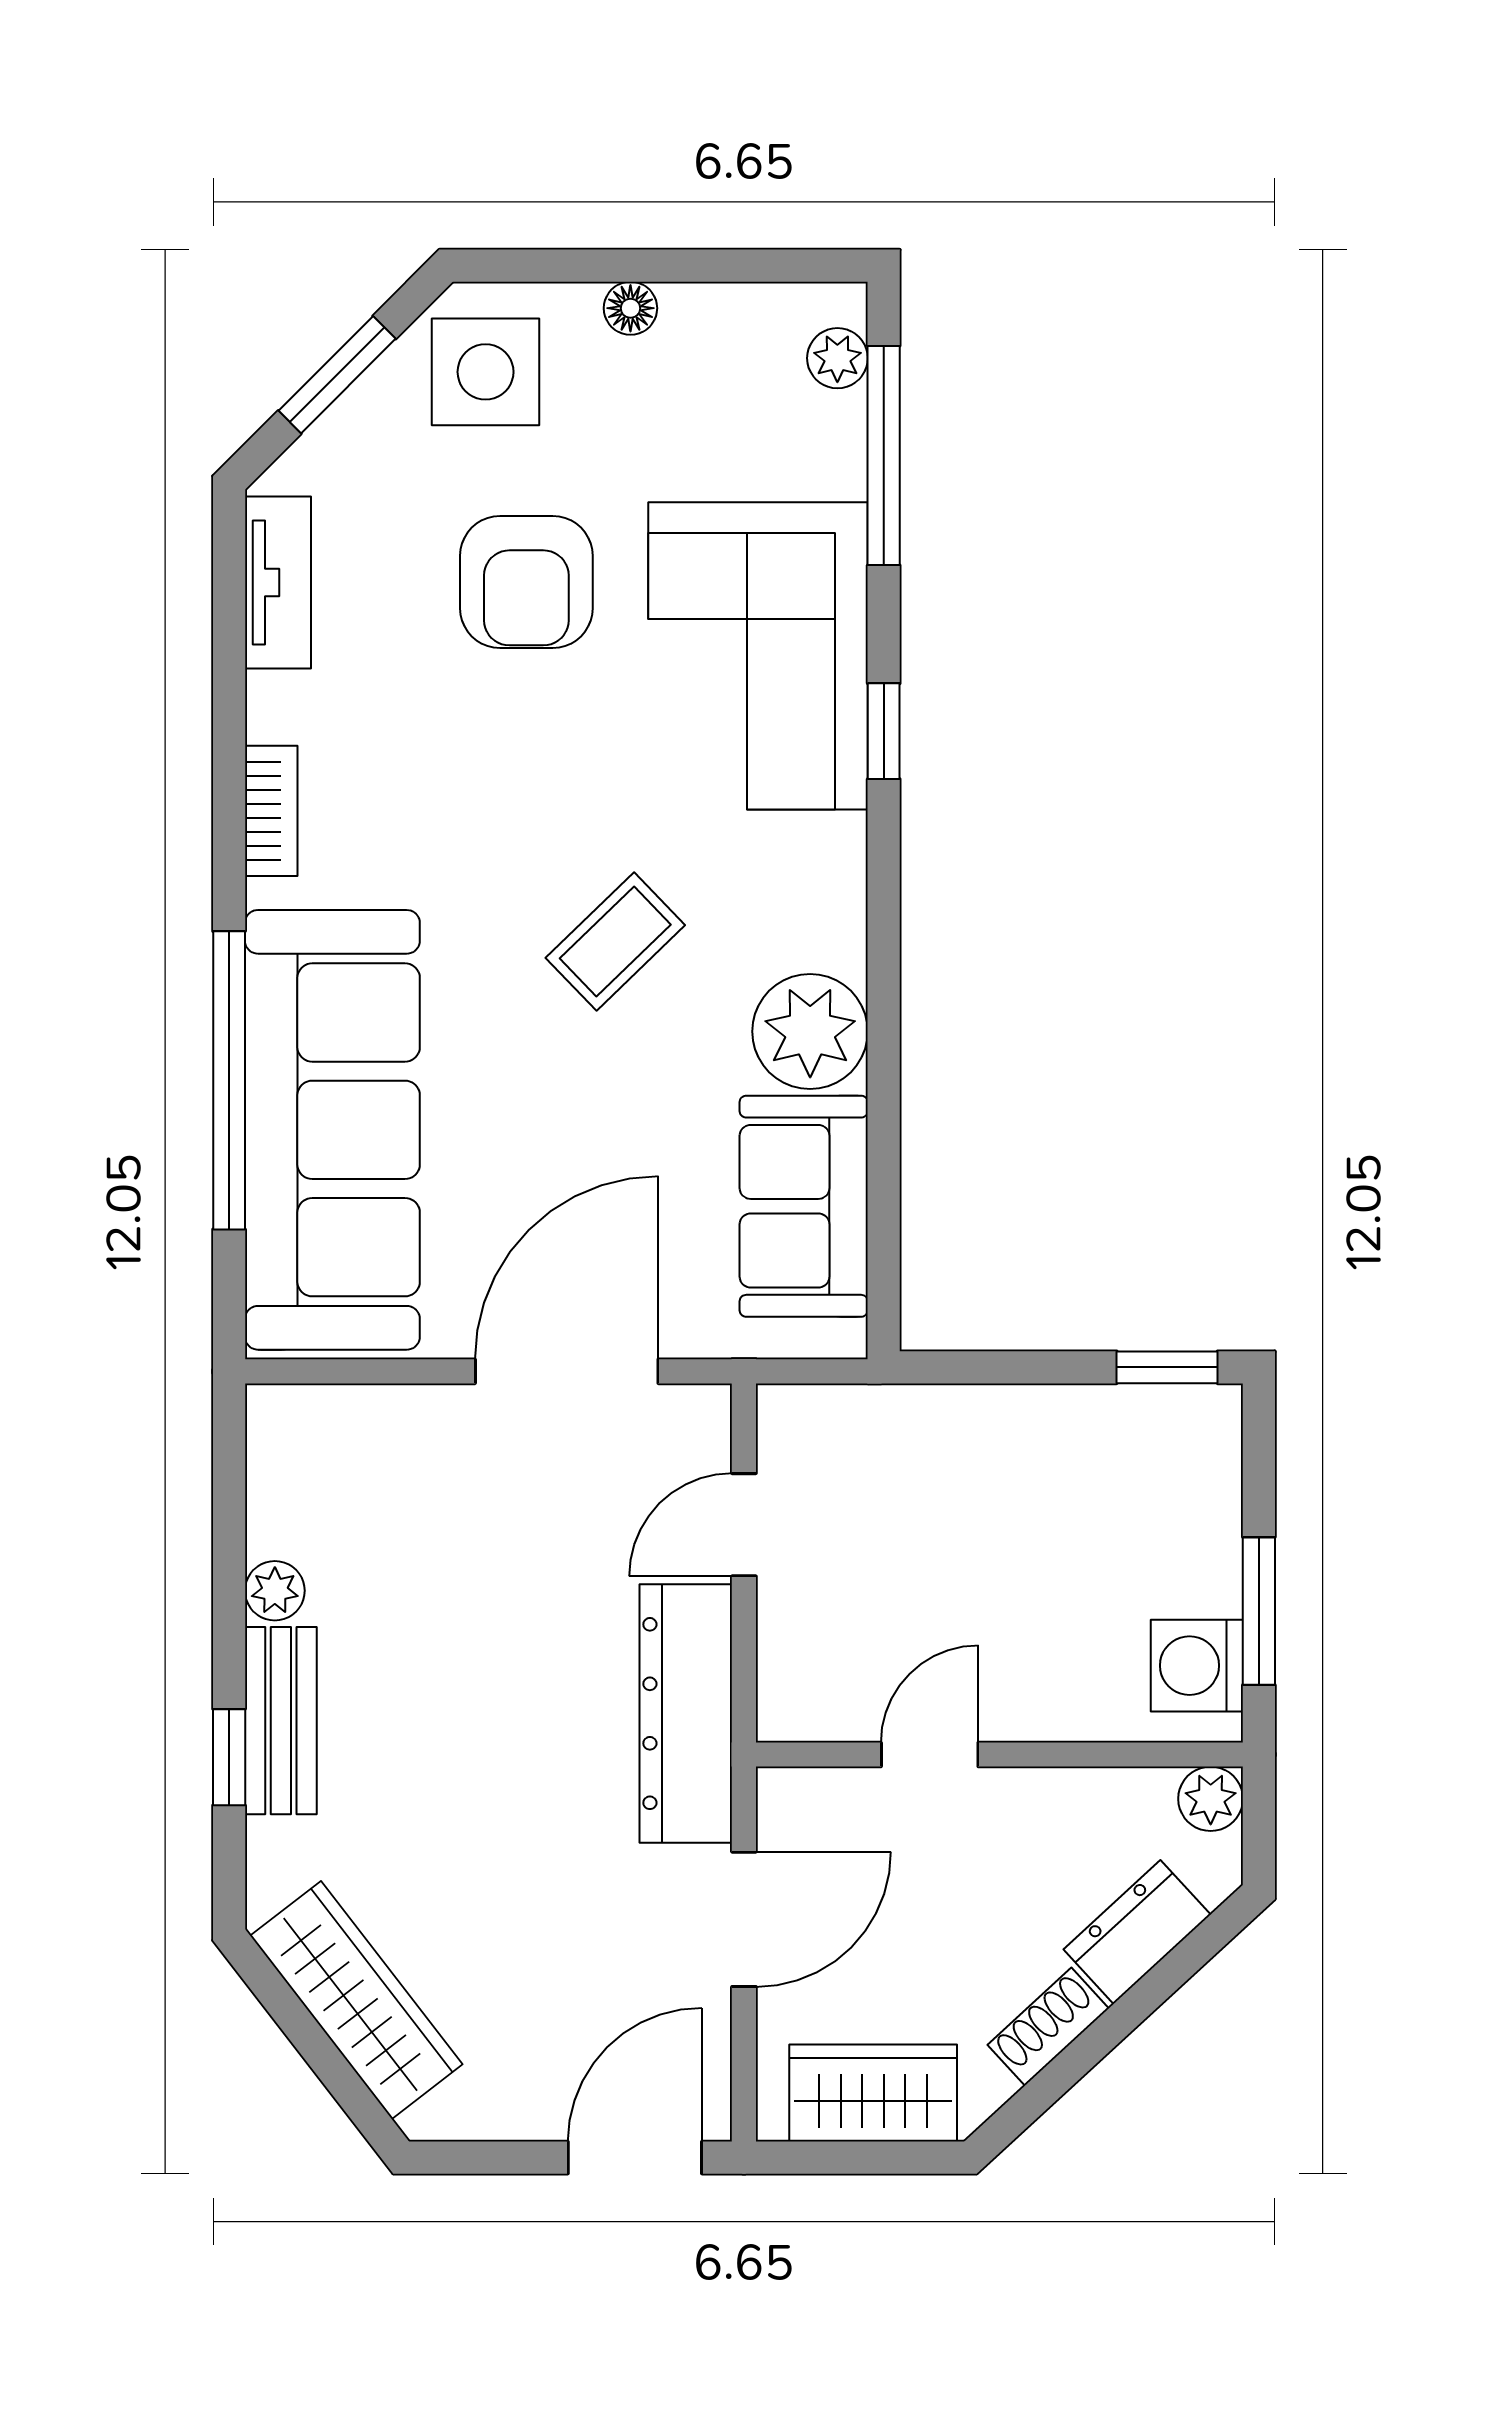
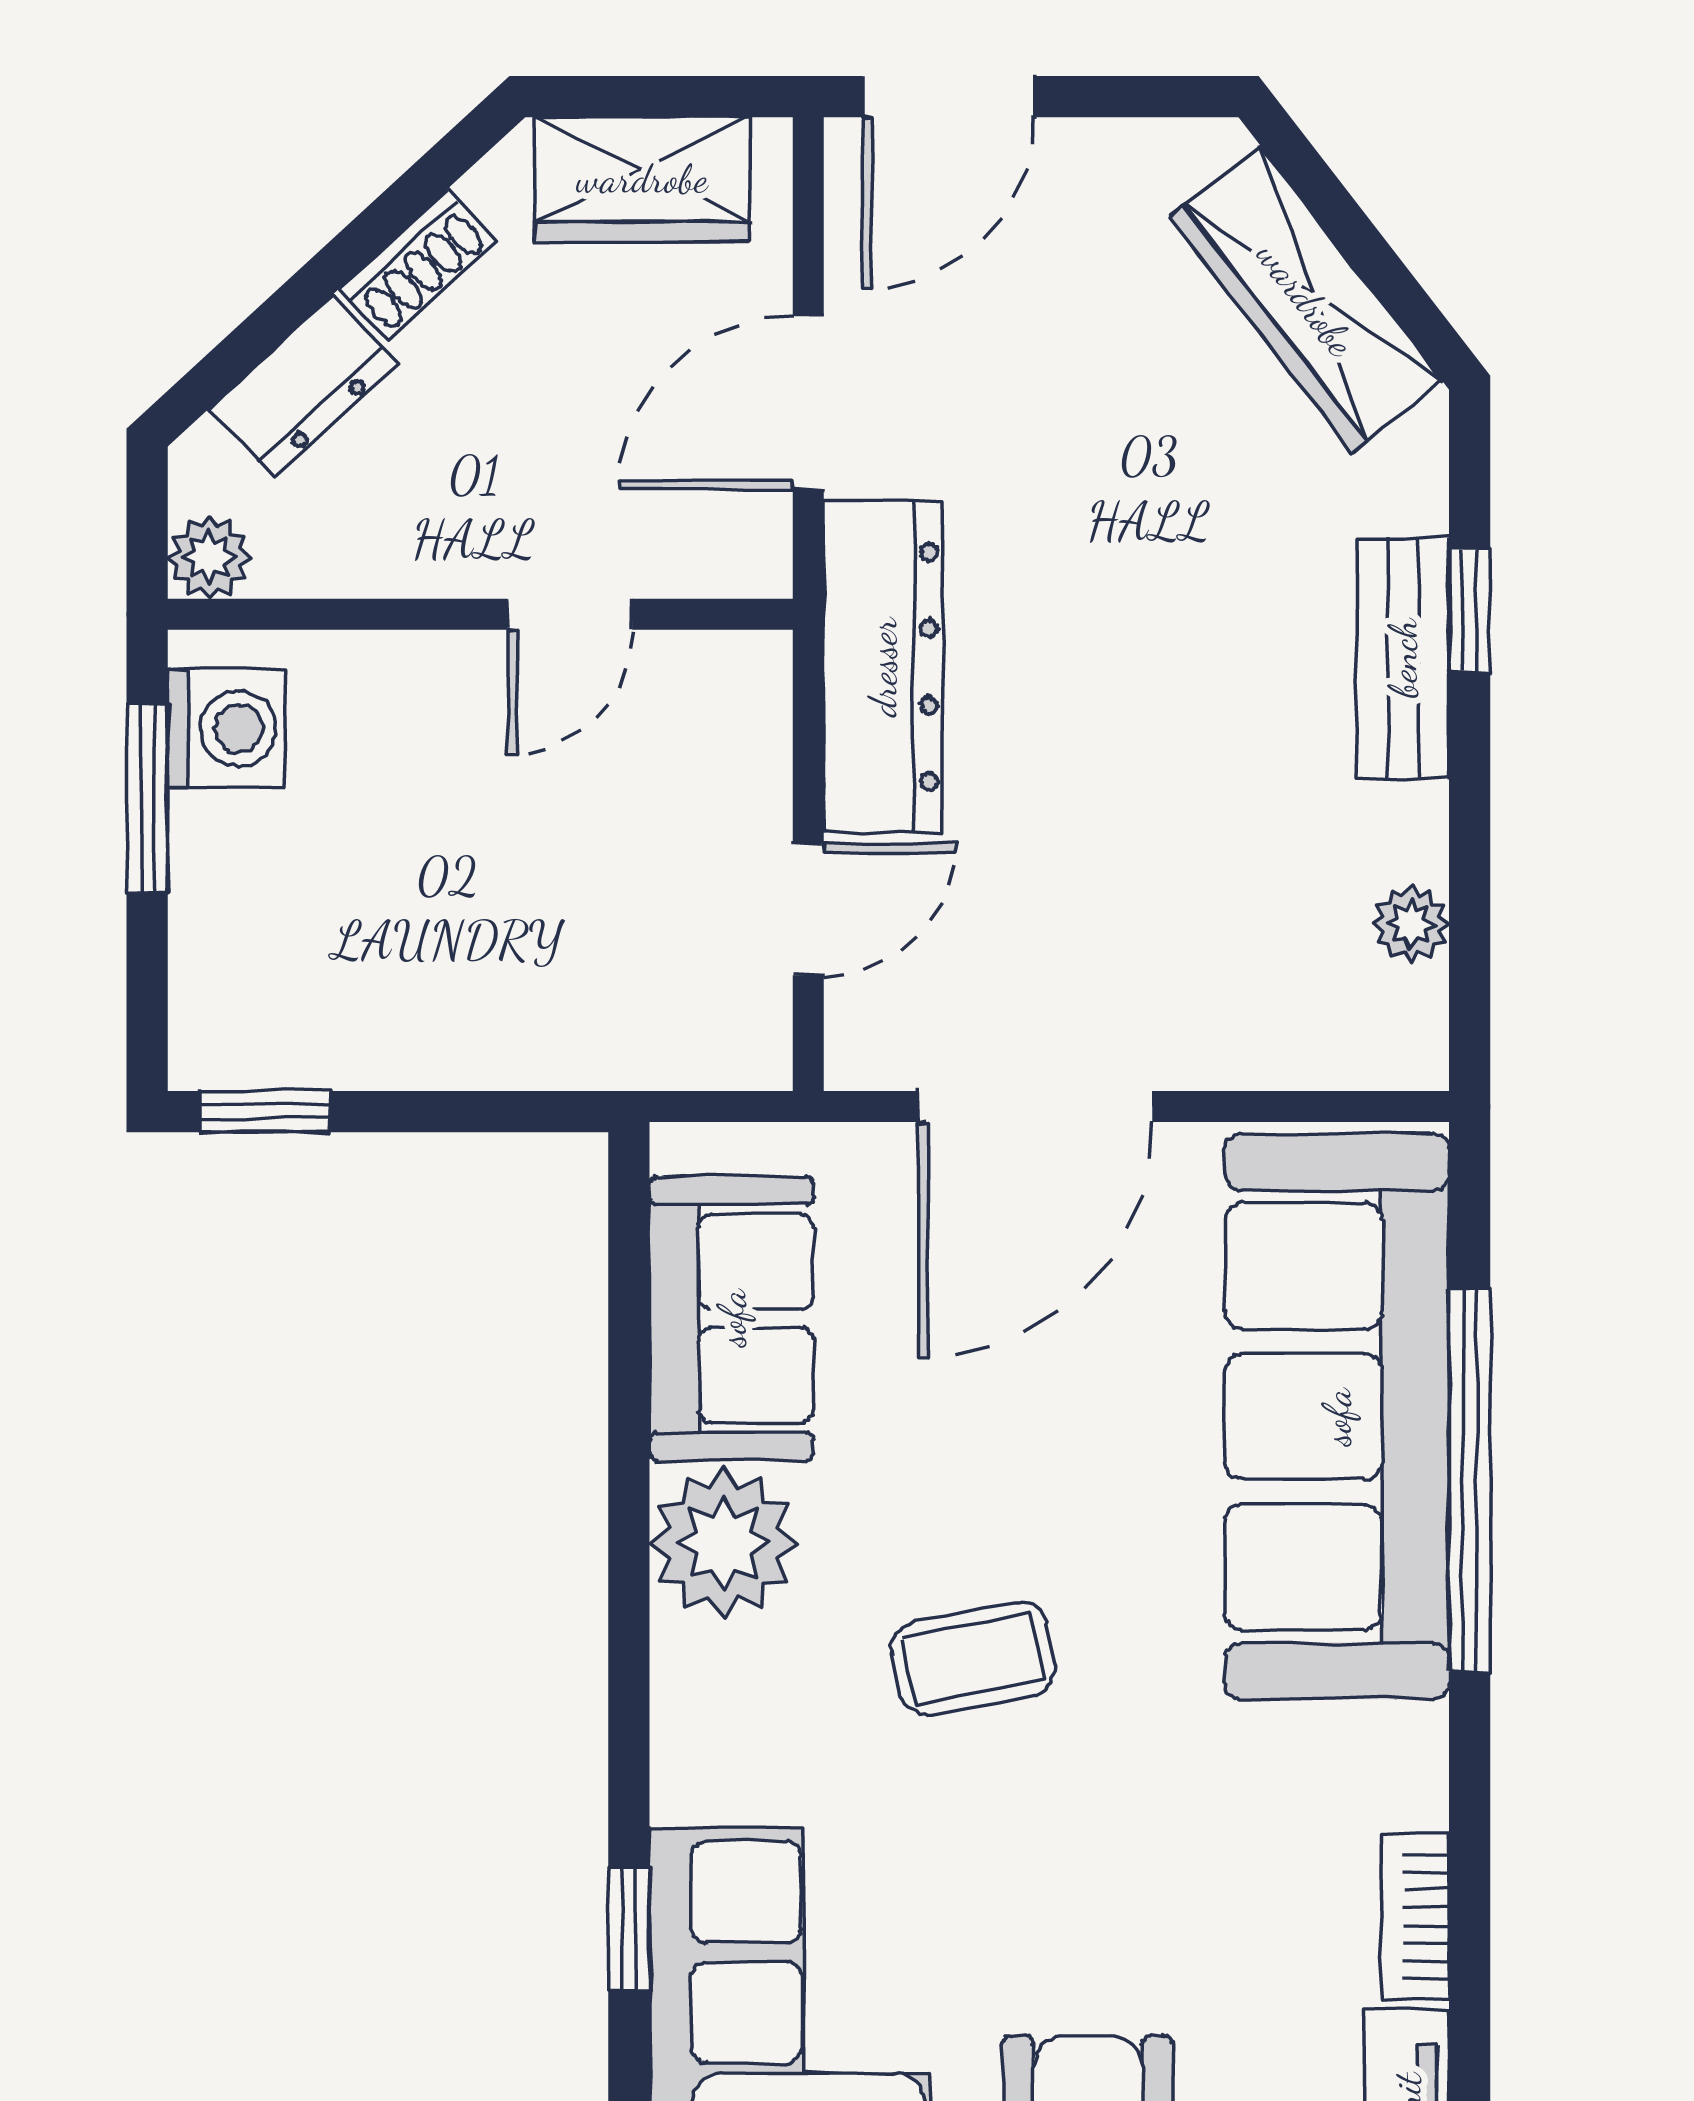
bookcase: (271, 811) -> (1416, 1917), moved
coffee table: (615, 941) -> (974, 1658), turned 33
plant: (275, 1591) -> (1411, 924), moved

